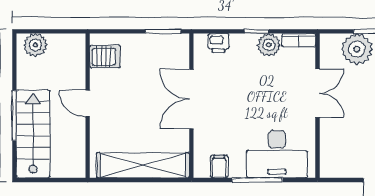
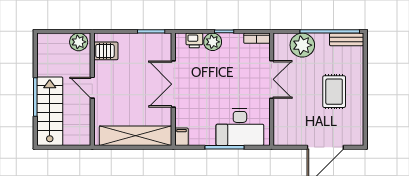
plant: (35, 45) -> (79, 42), moved
plant: (269, 45) -> (213, 42), moved
filing cabinet: (219, 167) -> (181, 137), moved

